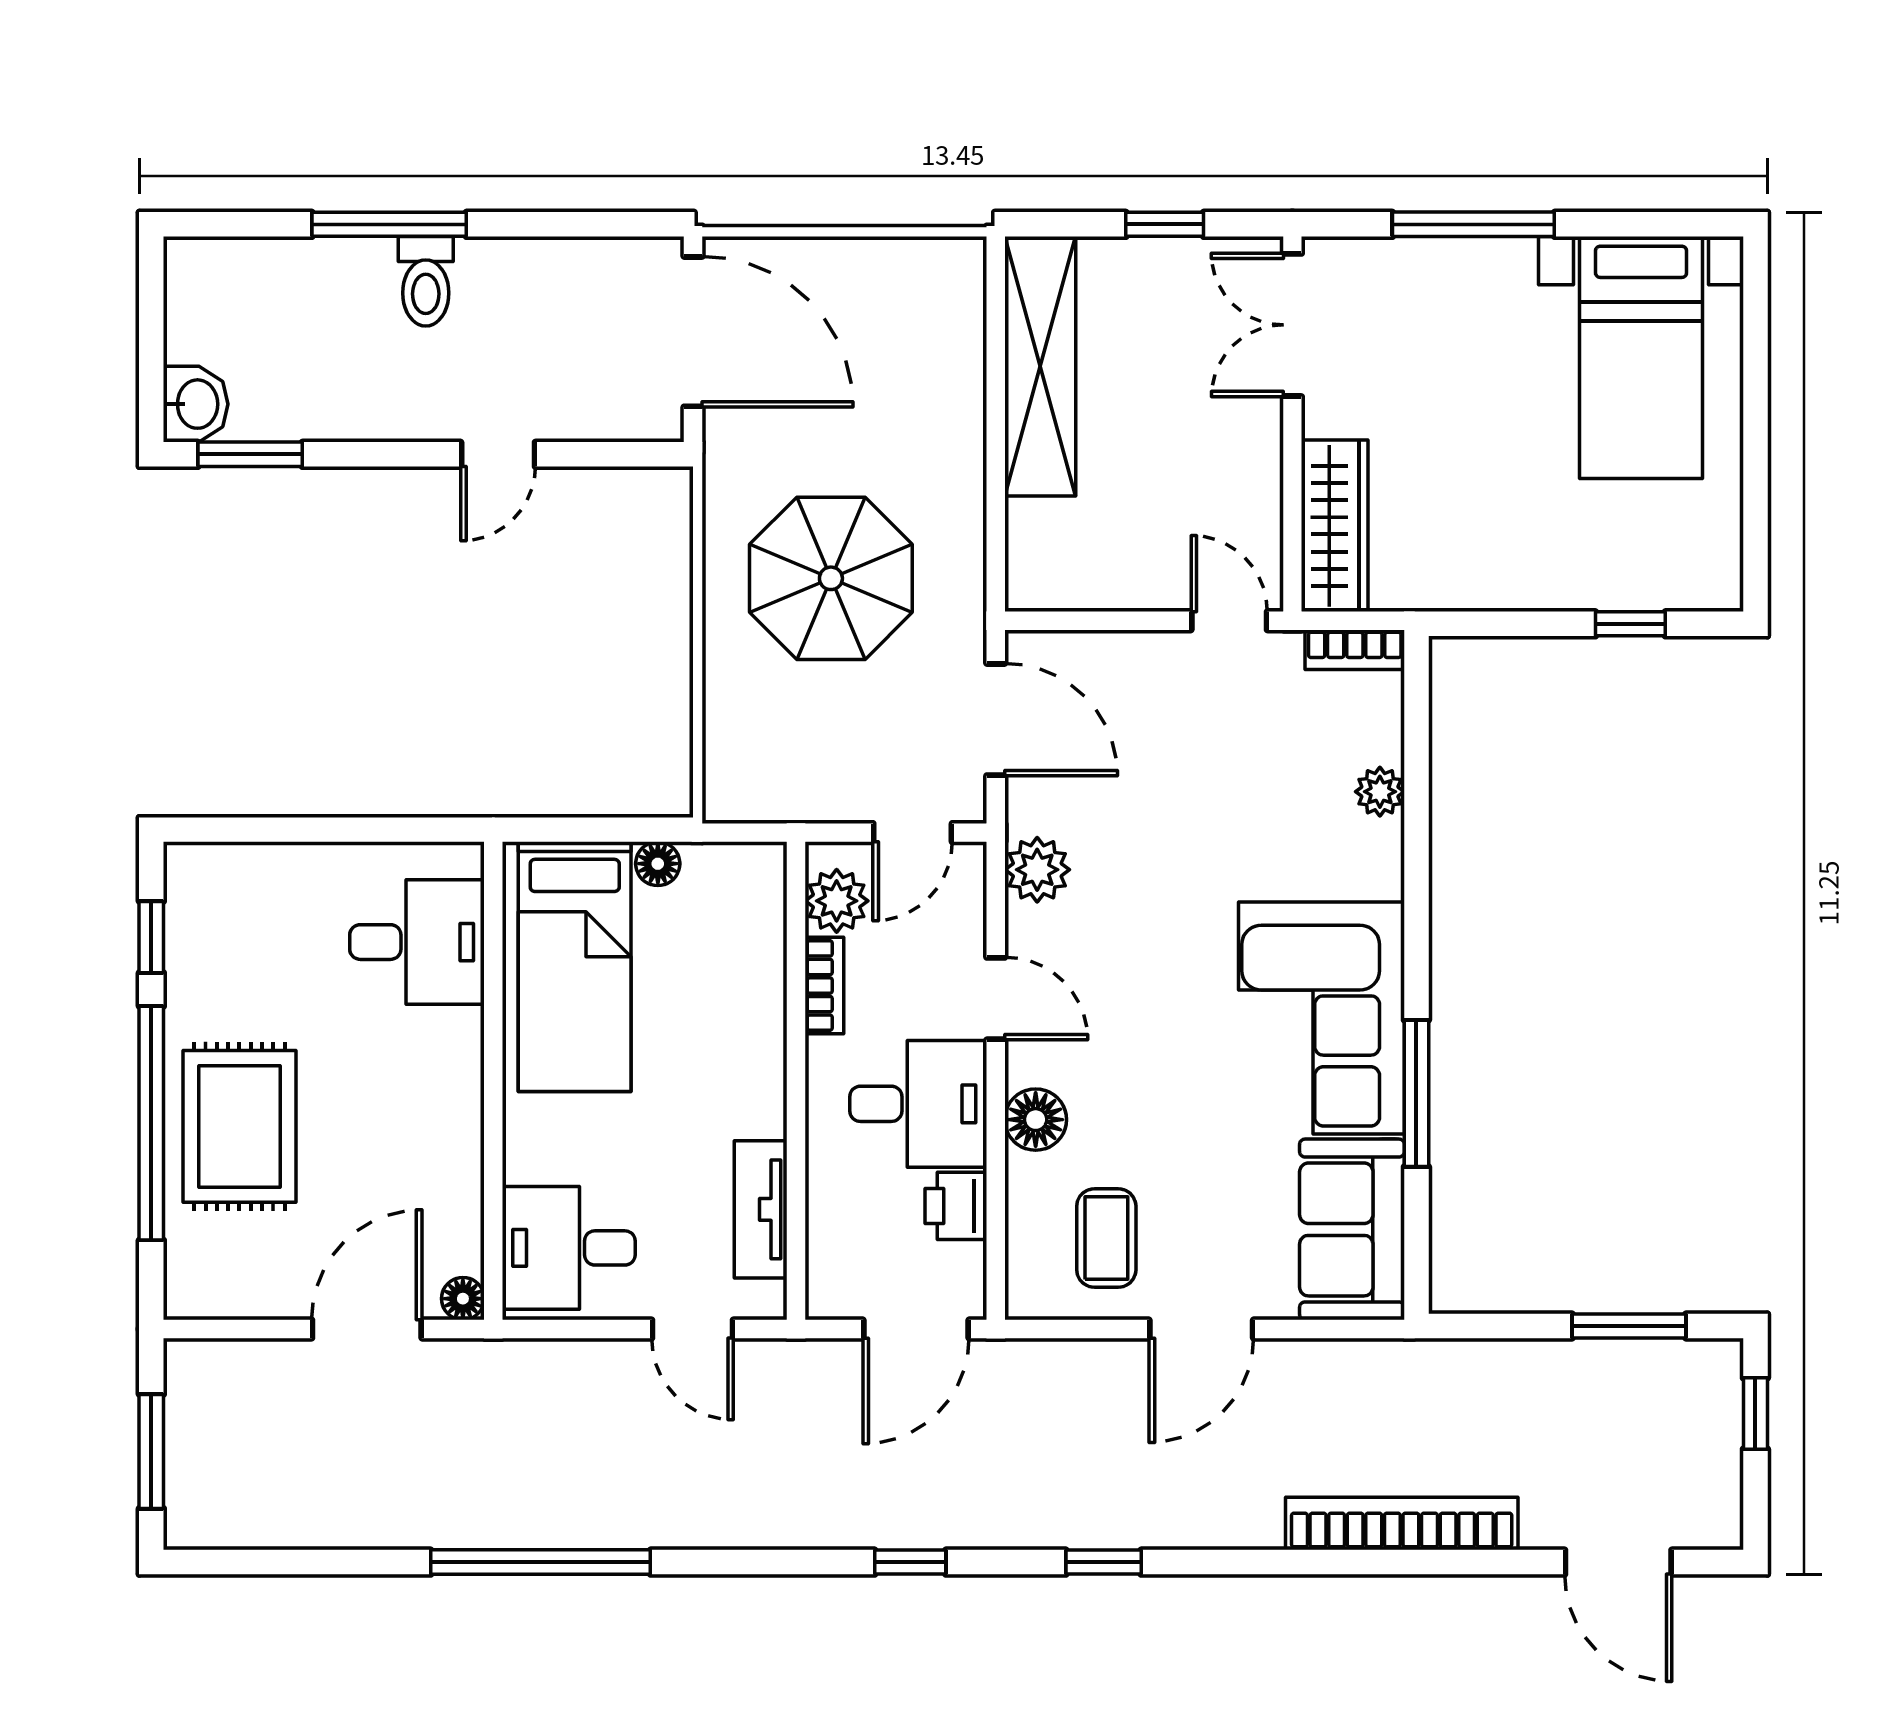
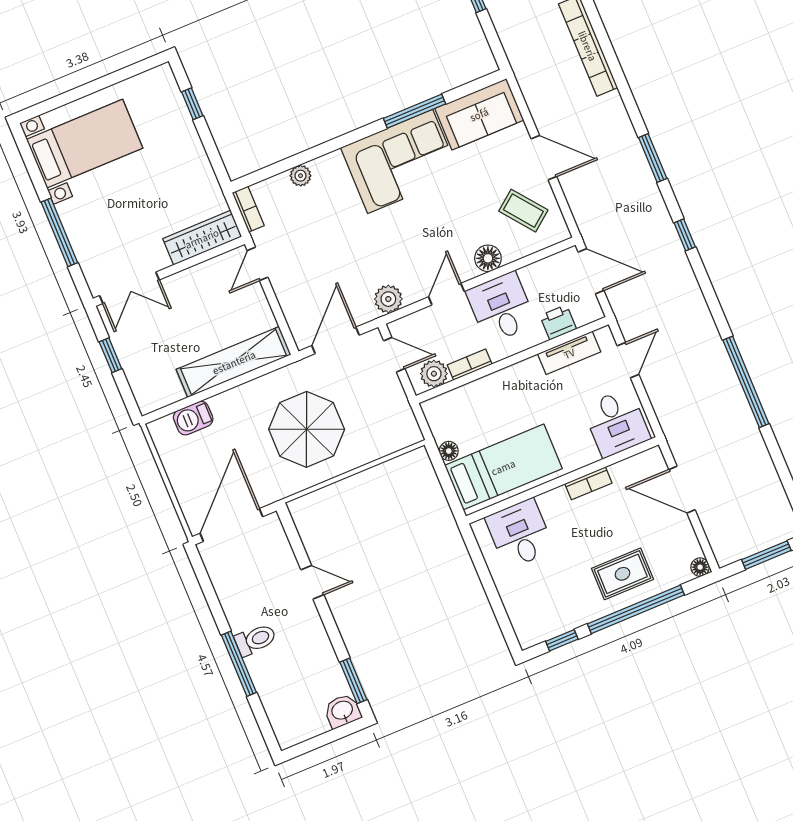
barbecue: (956, 345) -> (193, 418), added
shelving: (1040, 366) -> (234, 362), moved
rug: (239, 1126) -> (622, 574), width x0.73, depth x0.70
bookcase: (464, 1134) -> (588, 483), added
printer: (956, 1206) -> (558, 322), moved, turned 180
coffee table: (1106, 1238) -> (523, 211), turned 52
floor lamp: (463, 1299) -> (700, 567), moved
window: (1104, 1562) -> (653, 158), width x1.50

